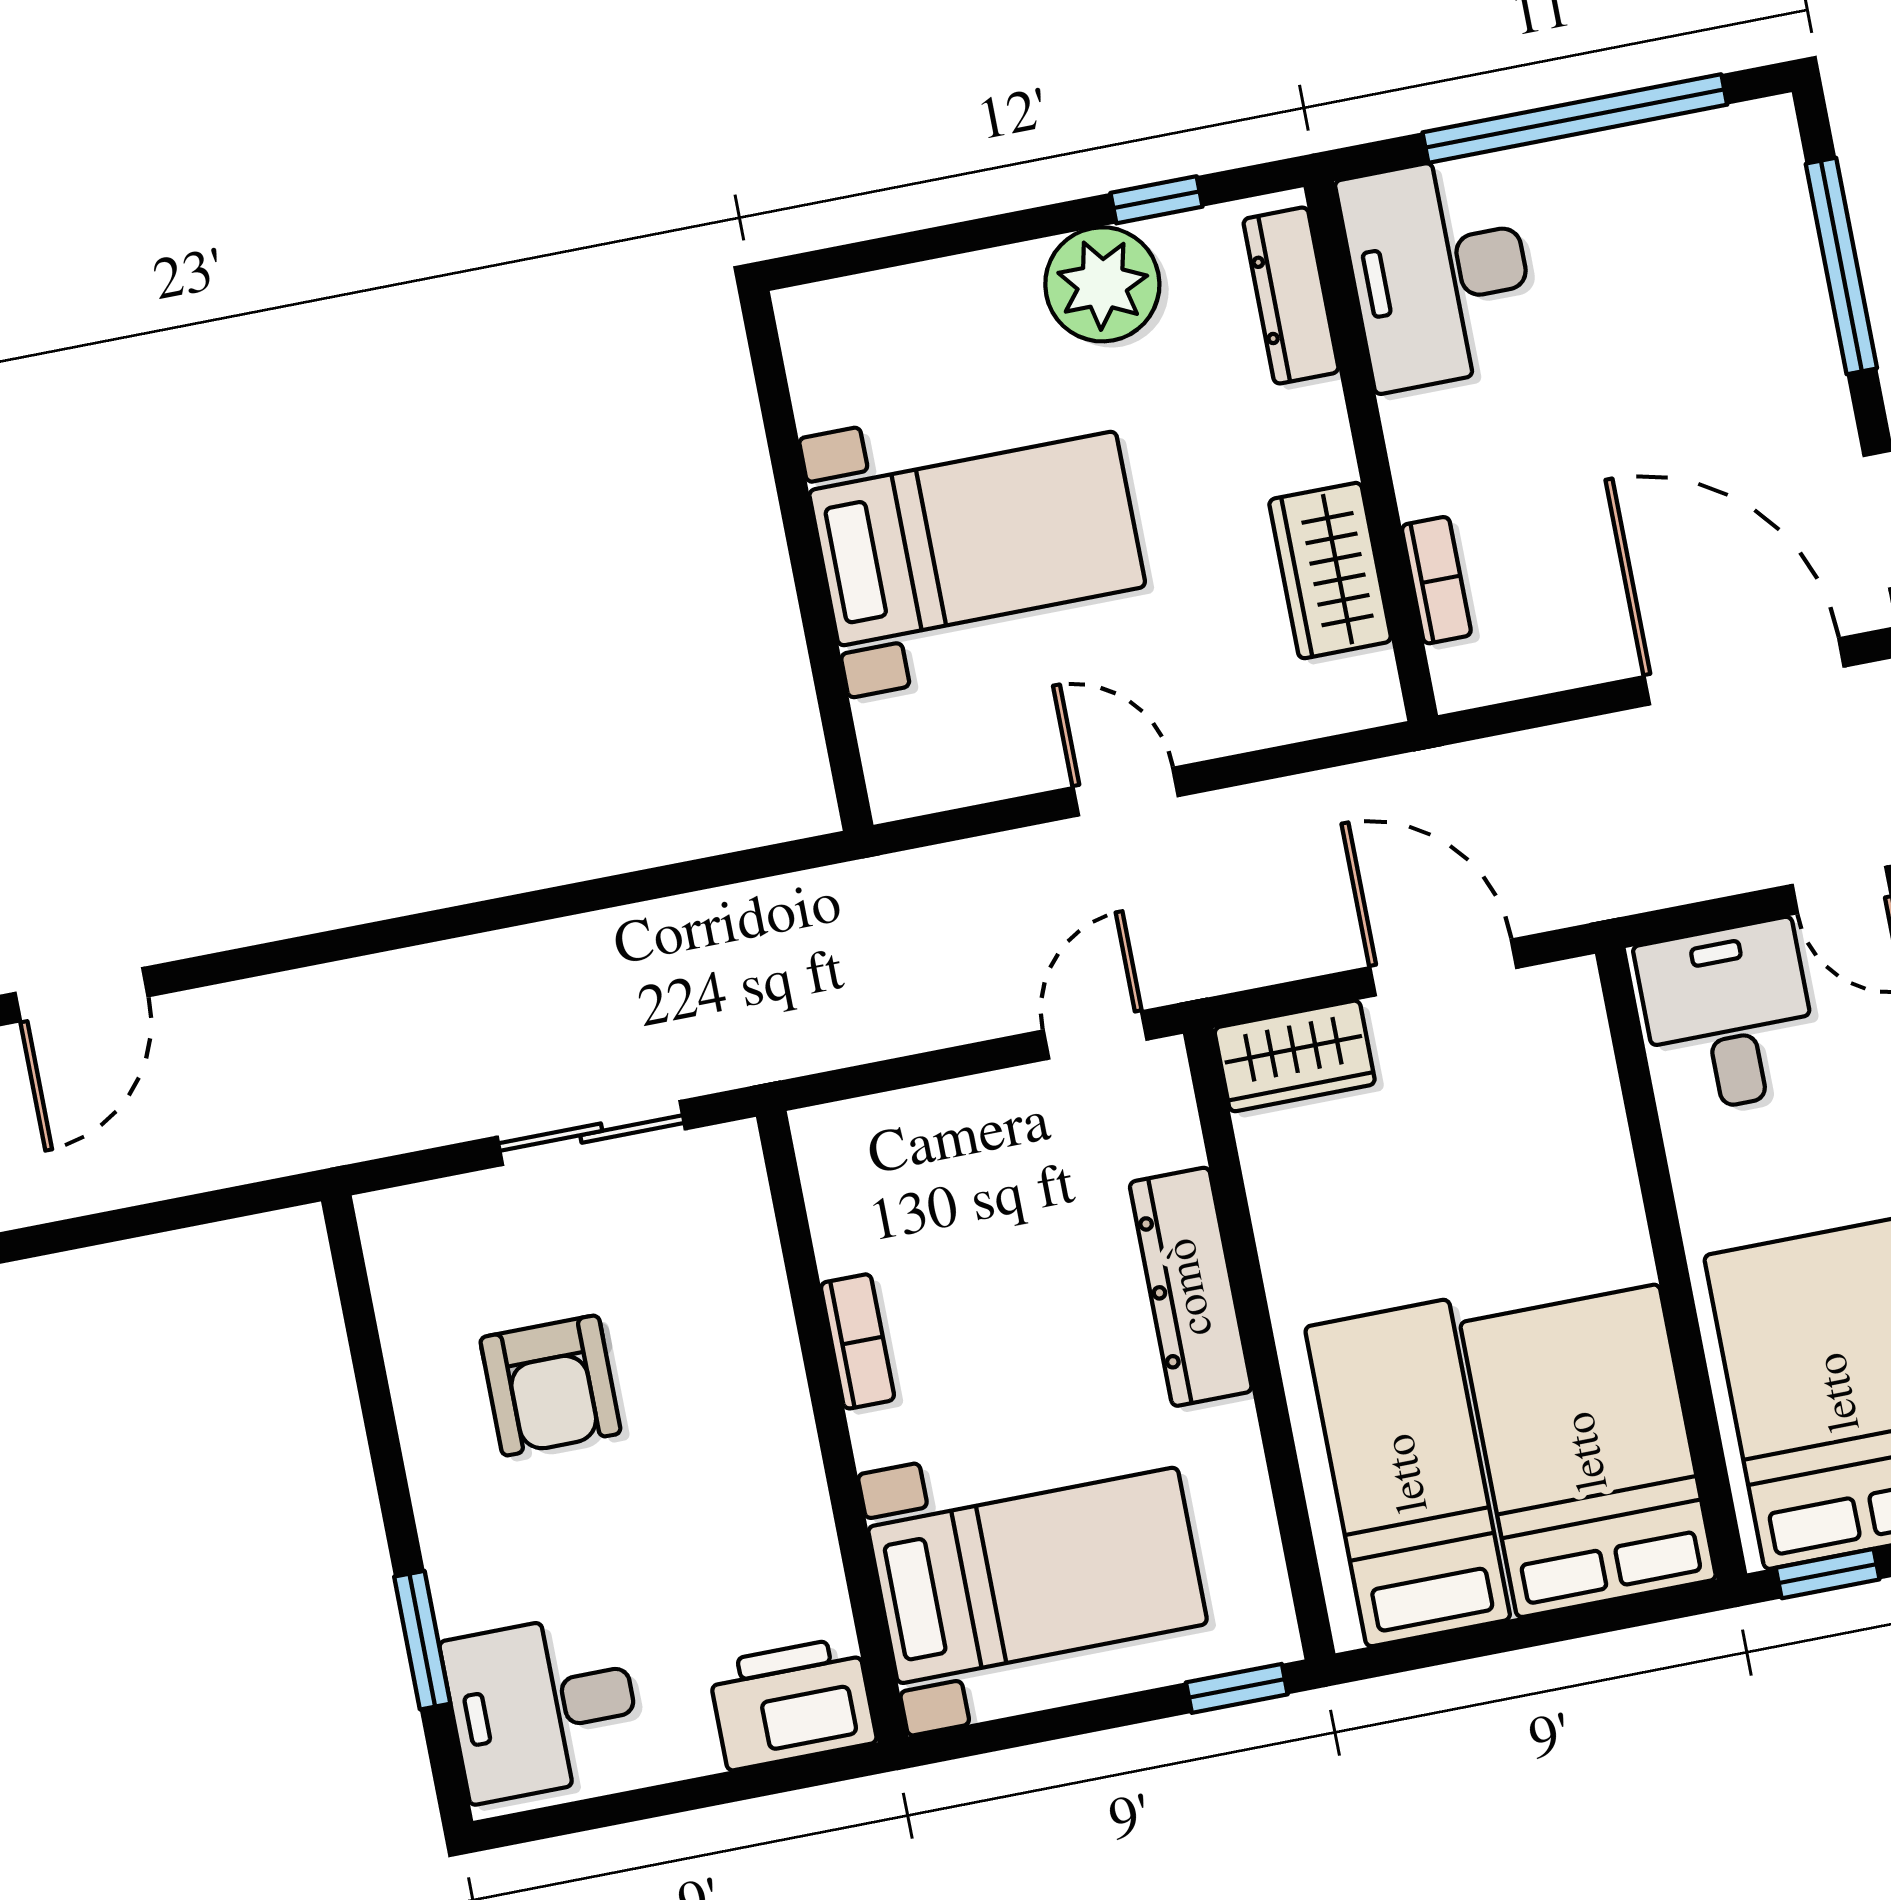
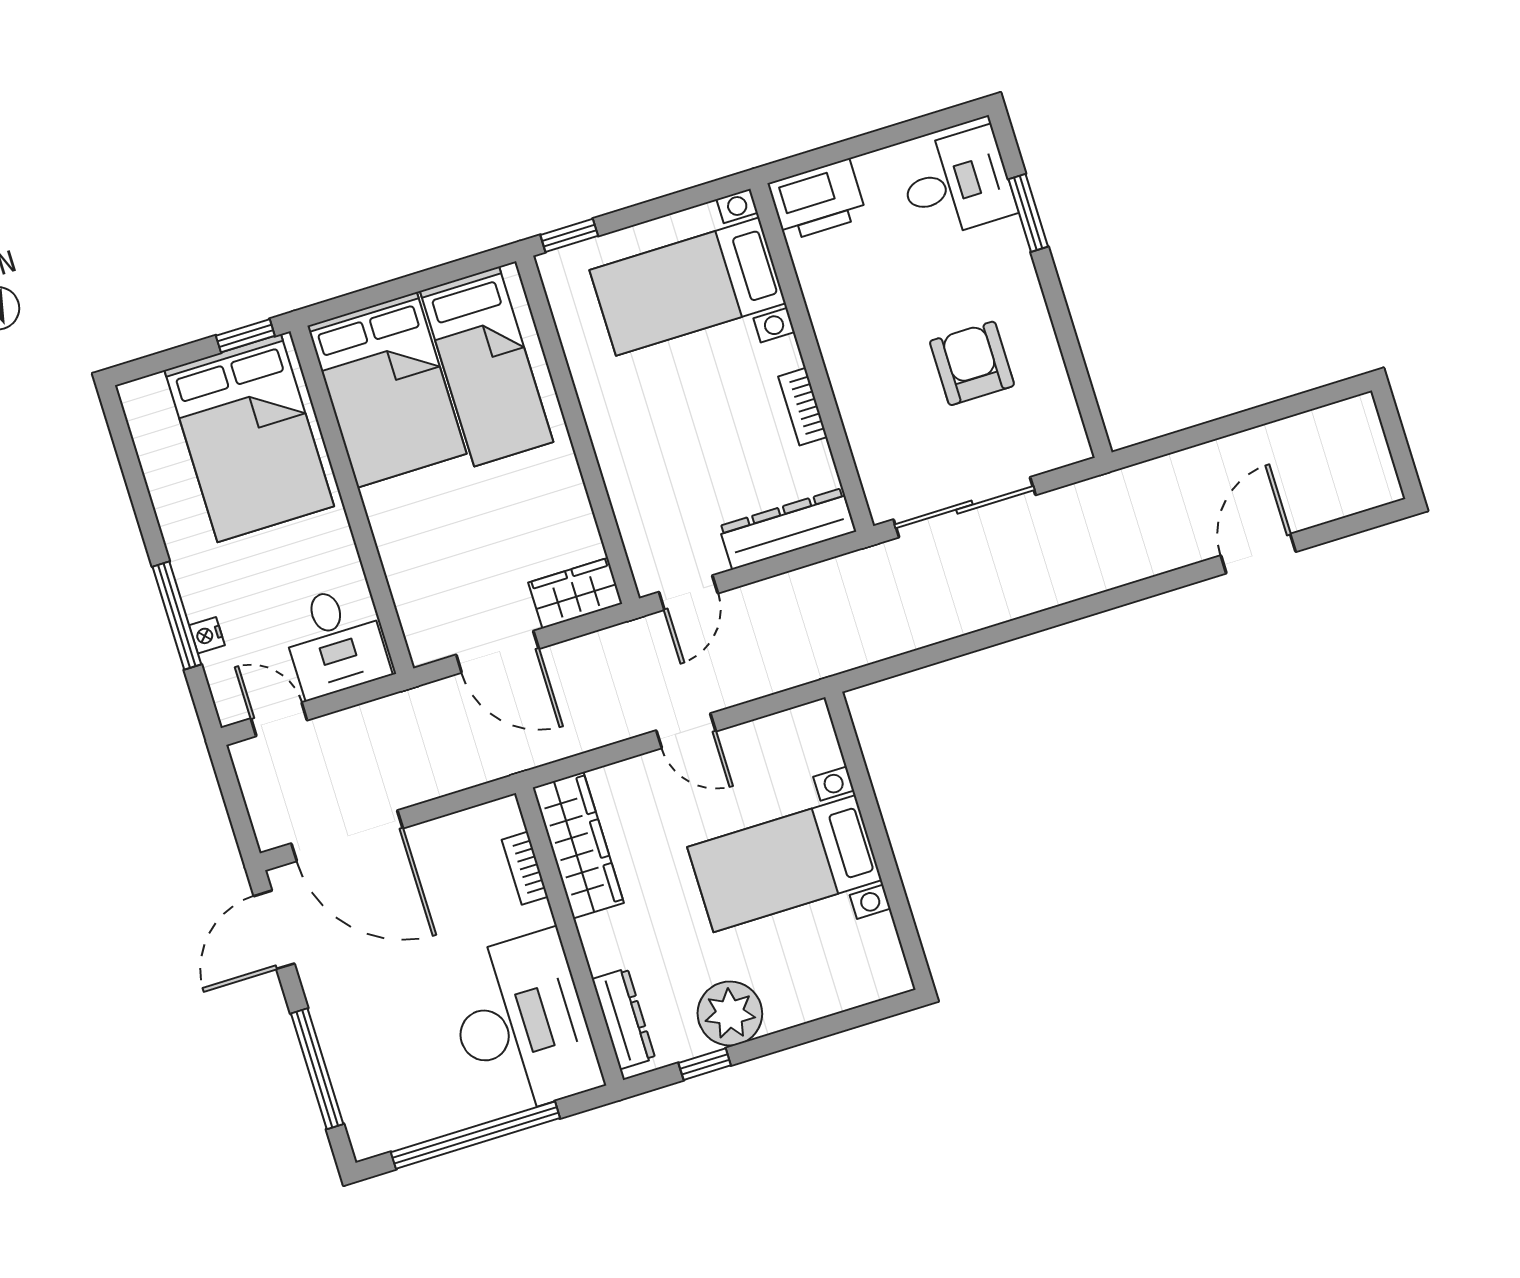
desk: (1439, 272) -> (522, 1024), width x1.36, depth x1.30
wardrobe: (1330, 571) -> (578, 845), width x1.50
sliding door: (591, 1133) -> (964, 507), width x1.37
dresser: (1191, 1287) -> (787, 529), moved, turned -90

